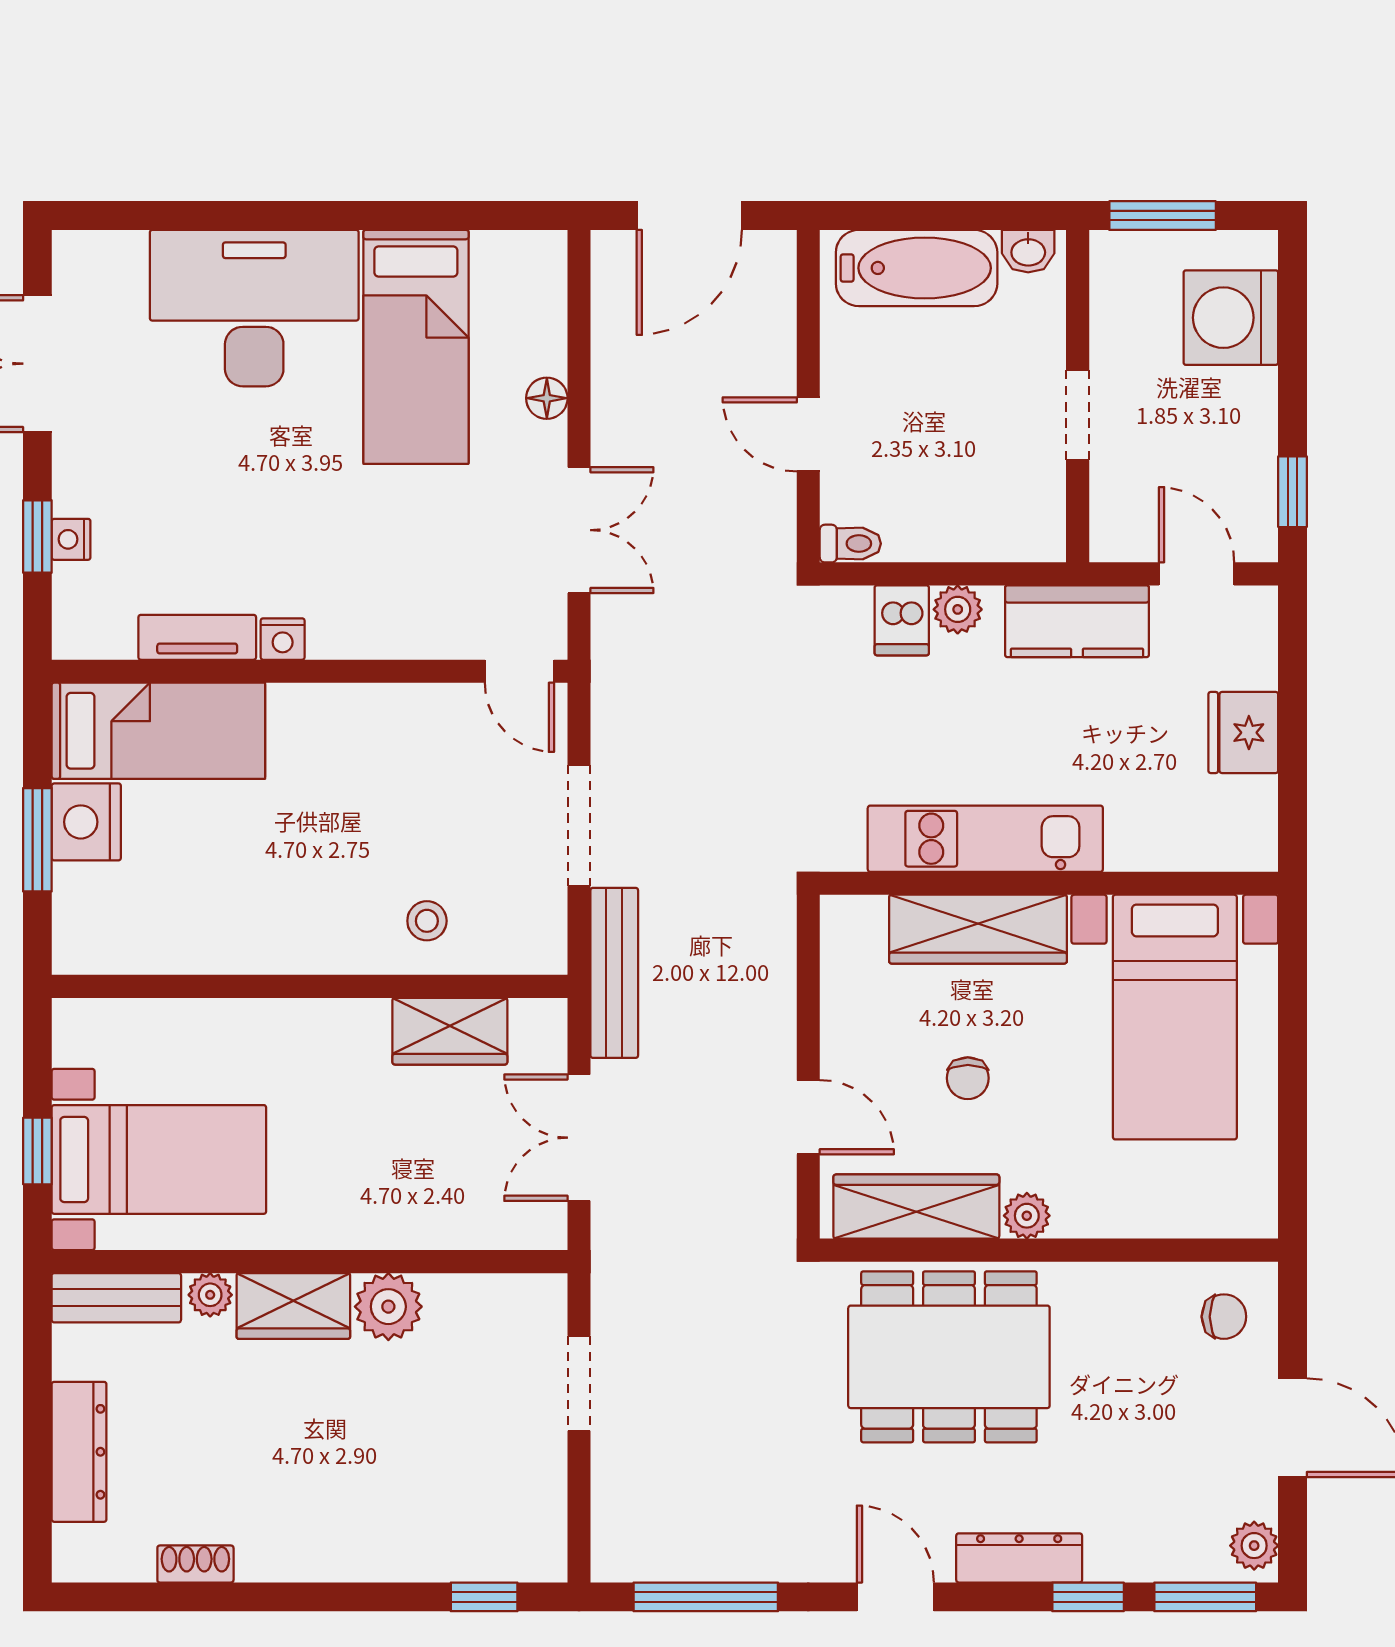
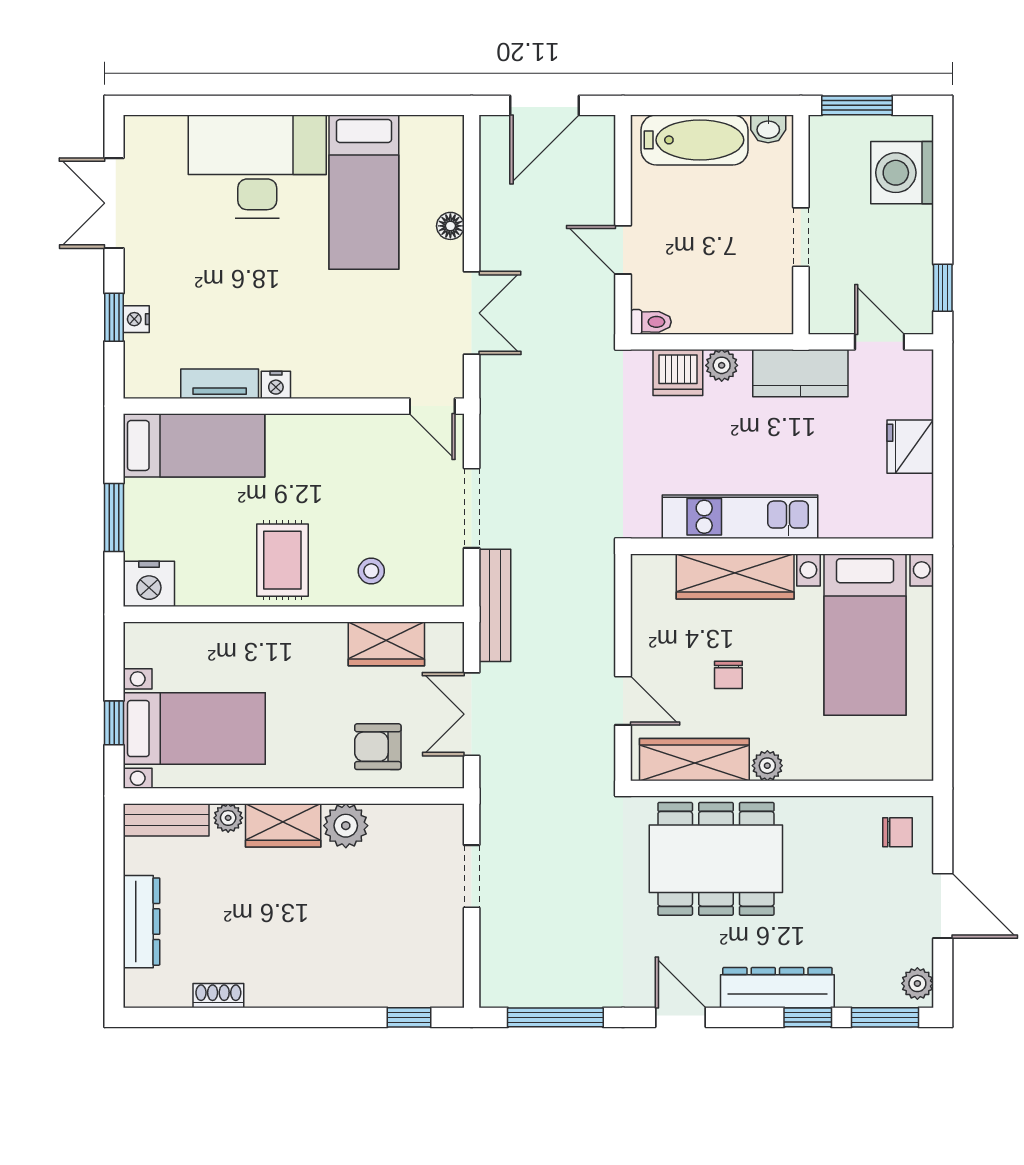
dishwasher: (902, 620) -> (678, 373), width x1.38
nightstand: (86, 822) -> (149, 584), moved, turned -90
rug: (292, 904) -> (282, 560), added
armchair: (437, 1187) -> (378, 747), added
dresser: (1019, 1558) -> (777, 988), width x1.37, depth x1.24

